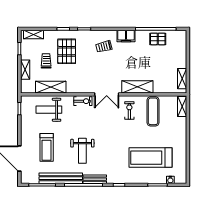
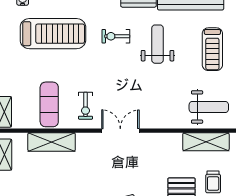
shelving: (137, 87) -> (52, 142), moved
exercise bike: (83, 101) -> (116, 36), moved
treadmill: (47, 147) -> (212, 49), turned 180

